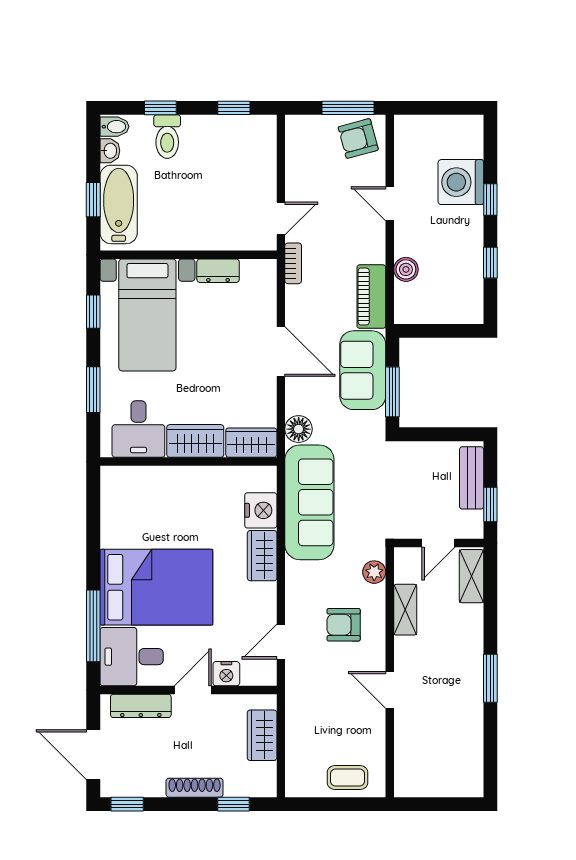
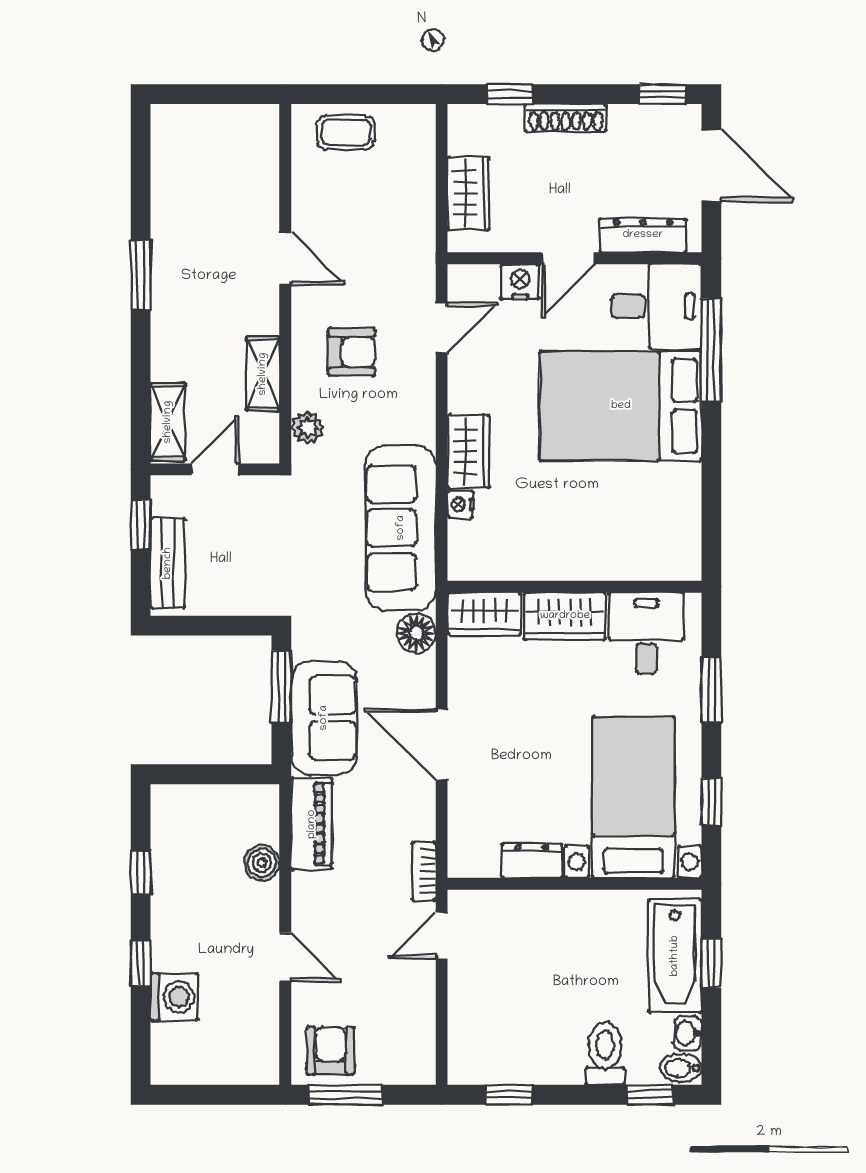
window: (160, 108) -> (650, 1095), moved
armchair: (358, 139) -> (331, 1051), turned -75
washing machine: (461, 182) -> (174, 997), width x0.73, depth x0.73
nightstand: (261, 510) -> (460, 504), width x0.53, depth x0.56

